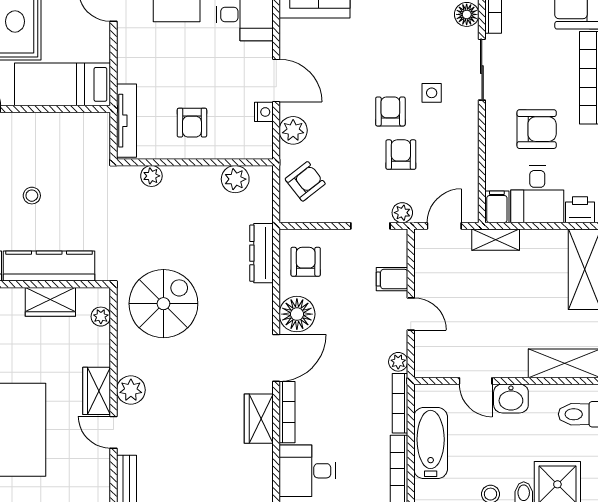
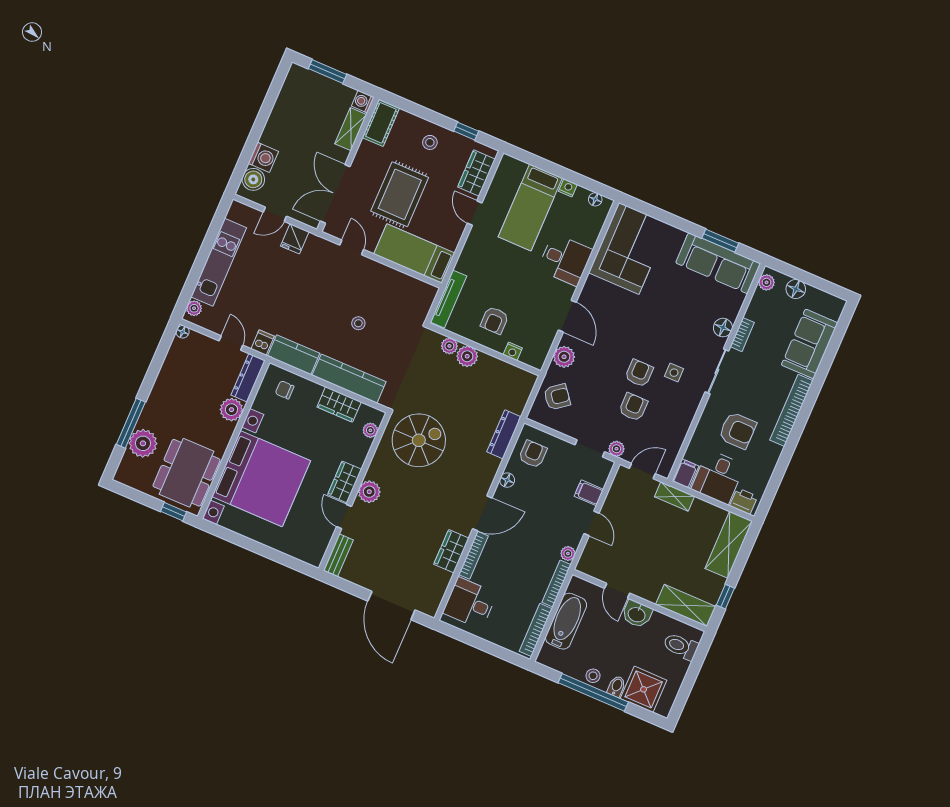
nightstand: (264, 112) -> (513, 351), moved, turned 90
plant: (235, 179) -> (467, 356), moved
floor lamp: (297, 314) -> (507, 480), width x0.53, depth x0.53

